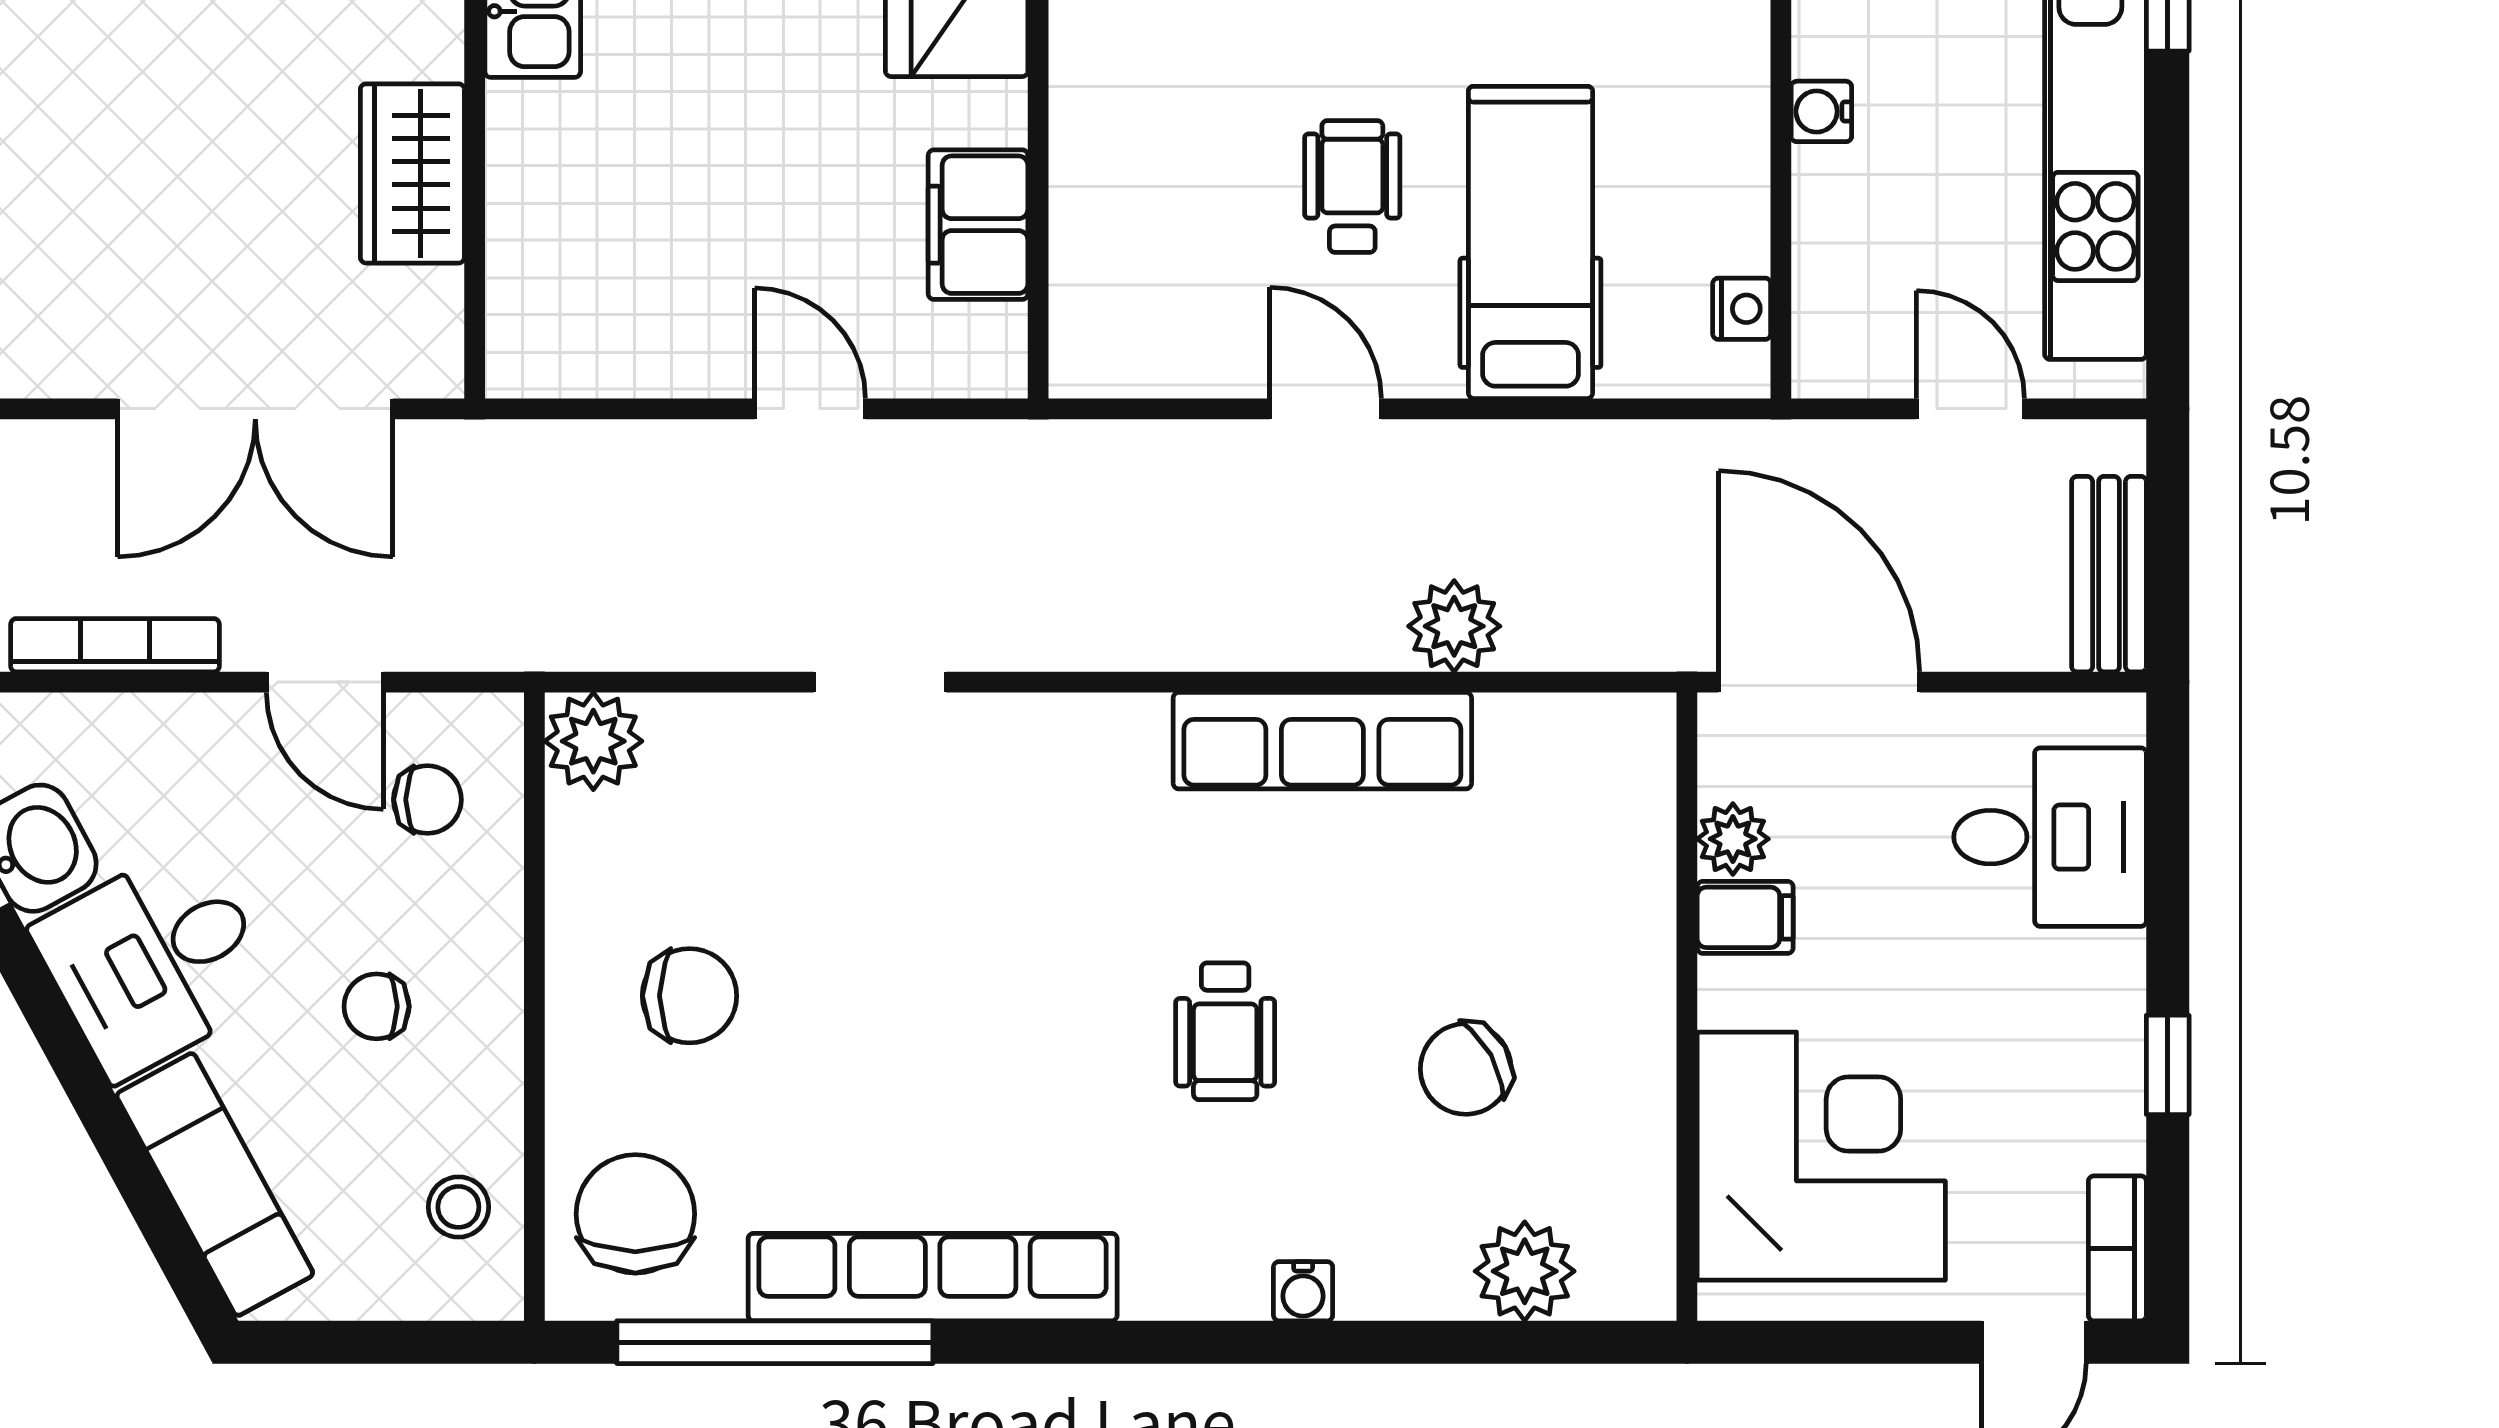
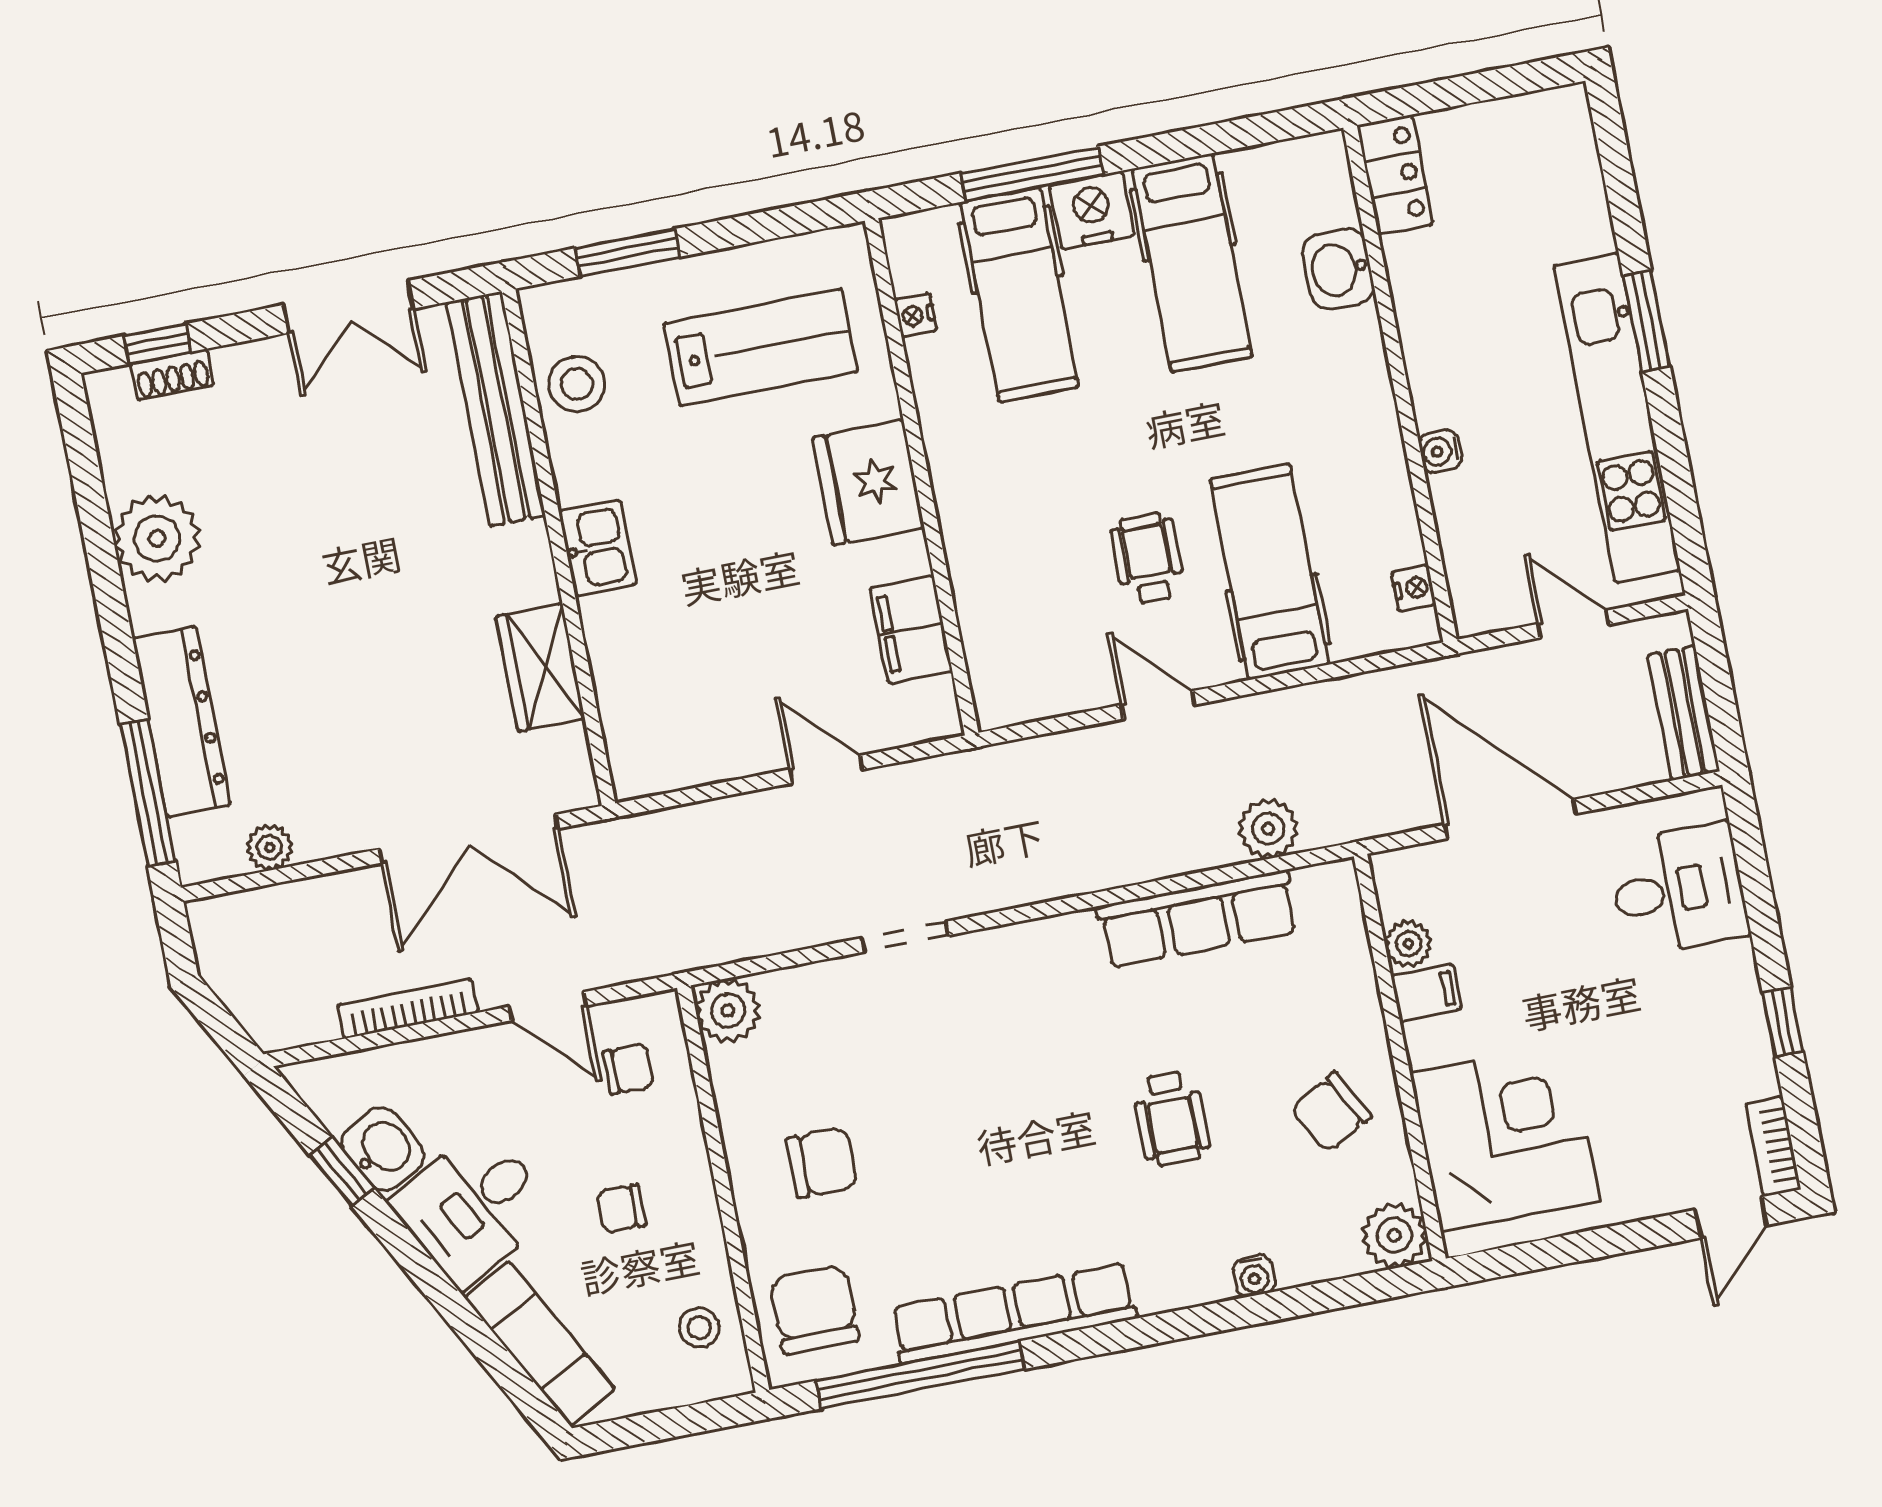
plant: (1733, 839) -> (1408, 944), moved
filing cabinet: (1745, 917) -> (1426, 993), moved
wall: (1687, 1007) -> (1400, 1057), moved
corner desk: (1821, 1156) -> (1505, 1137), moved

